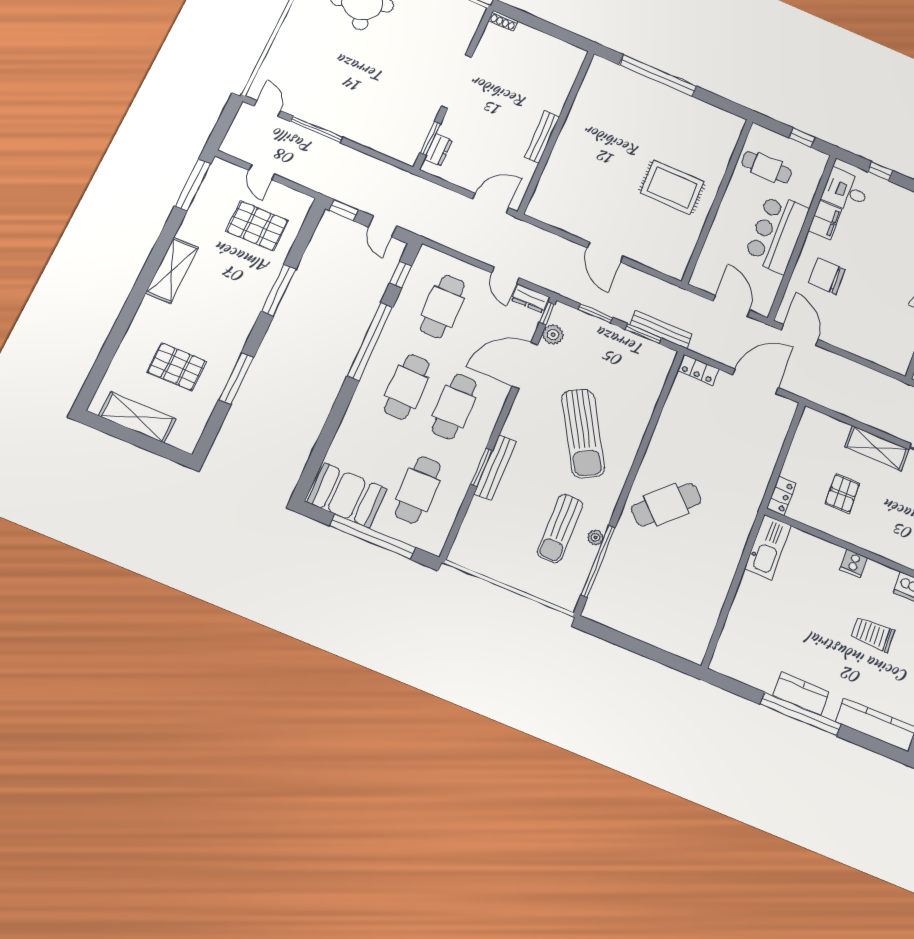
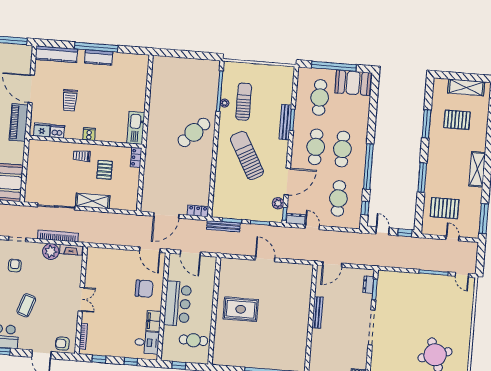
trolley: (876, 530) -> (82, 156), added
trolley: (873, 634) -> (70, 100), turned 90

